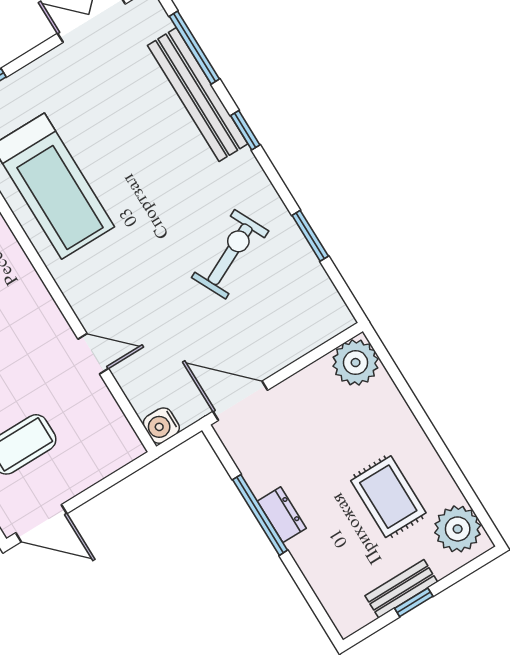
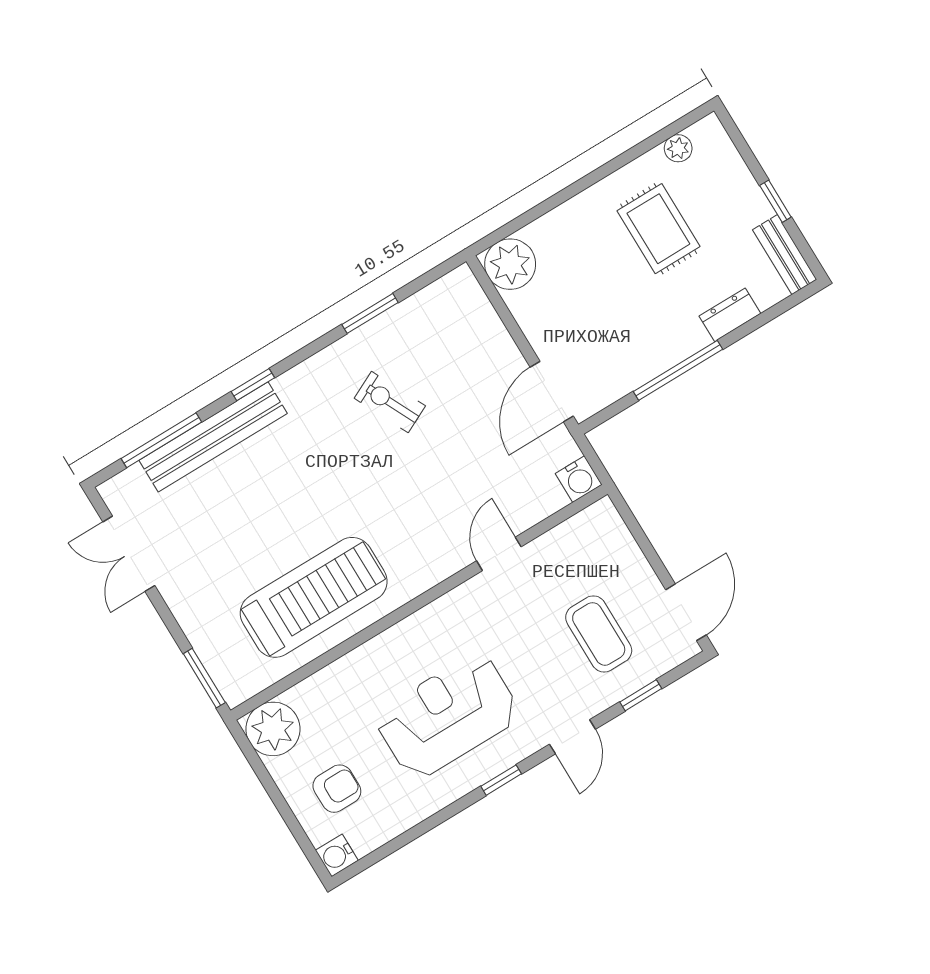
exercise bike: (230, 254) -> (390, 402), width x0.73, depth x0.72
rug: (388, 497) -> (658, 229), turned 90
dresser: (282, 515) -> (730, 315), moved
plant: (458, 529) -> (678, 148), width x0.53, depth x0.53
bench: (401, 589) -> (785, 255), moved

